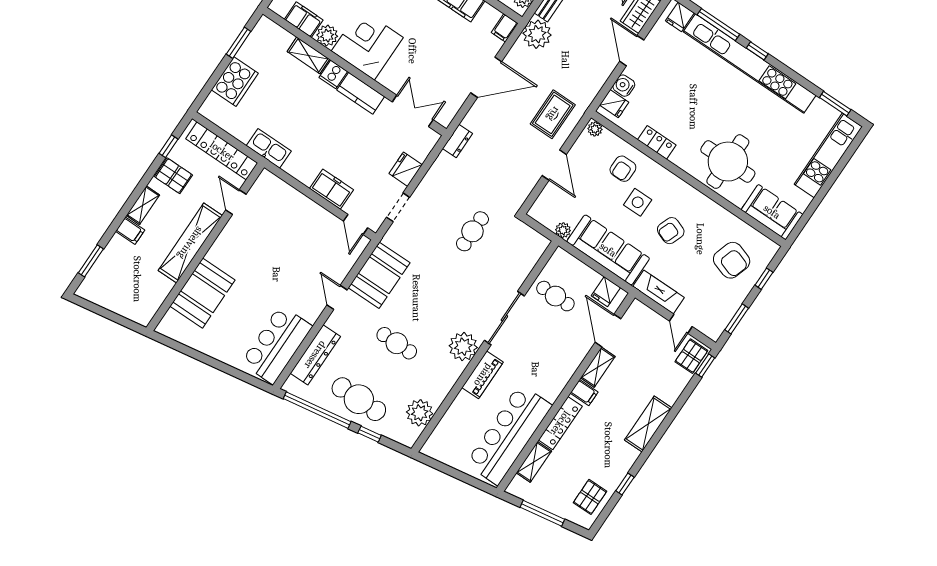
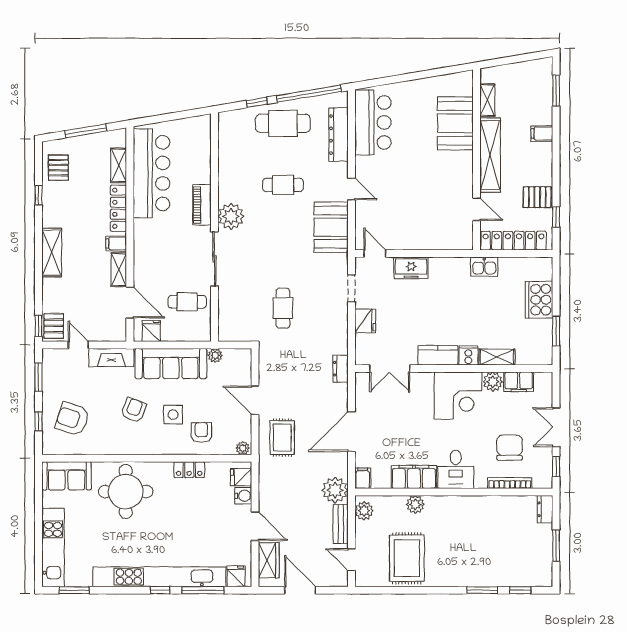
kitchen sink: (269, 148) -> (484, 267), width x0.73
shelving: (143, 205) -> (487, 100), moved
plant: (420, 413) -> (230, 144), removed

